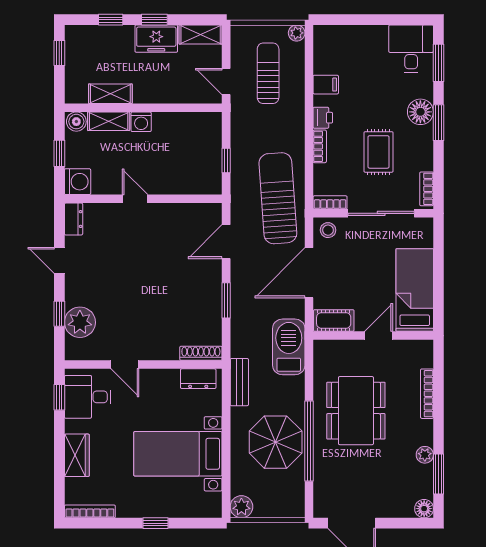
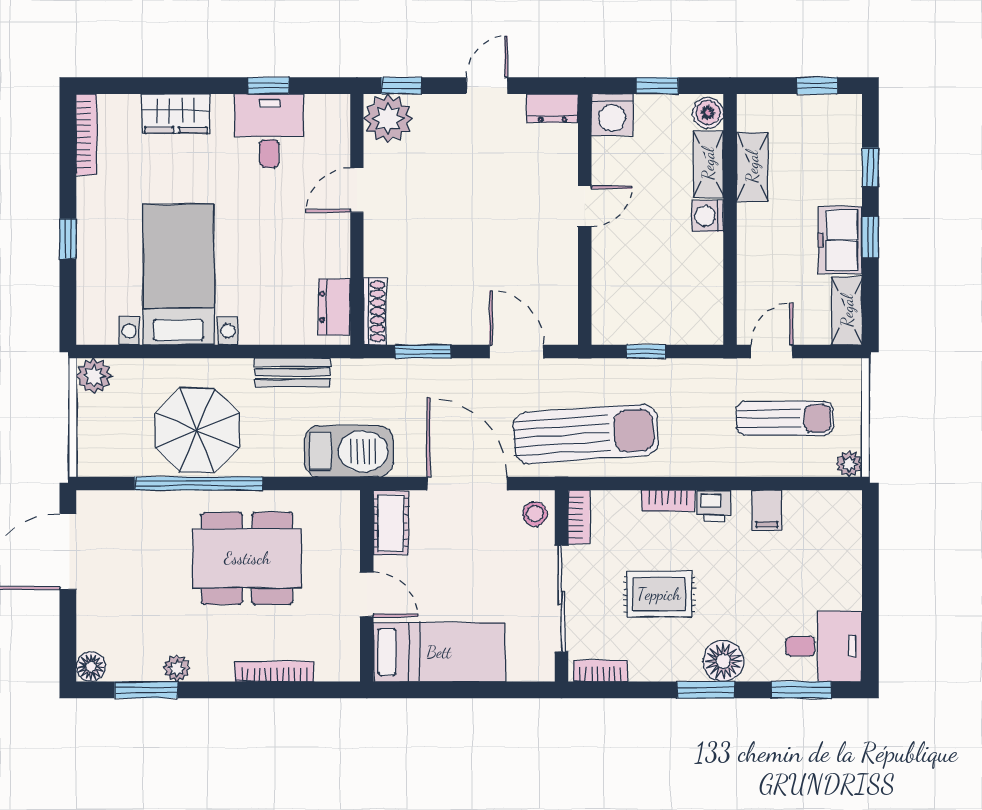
shoe rack: (201, 353) -> (375, 311), moved
door: (125, 365) -> (357, 190), moved
wall: (143, 365) -> (357, 219), moved
dresser: (198, 379) -> (334, 307), moved

